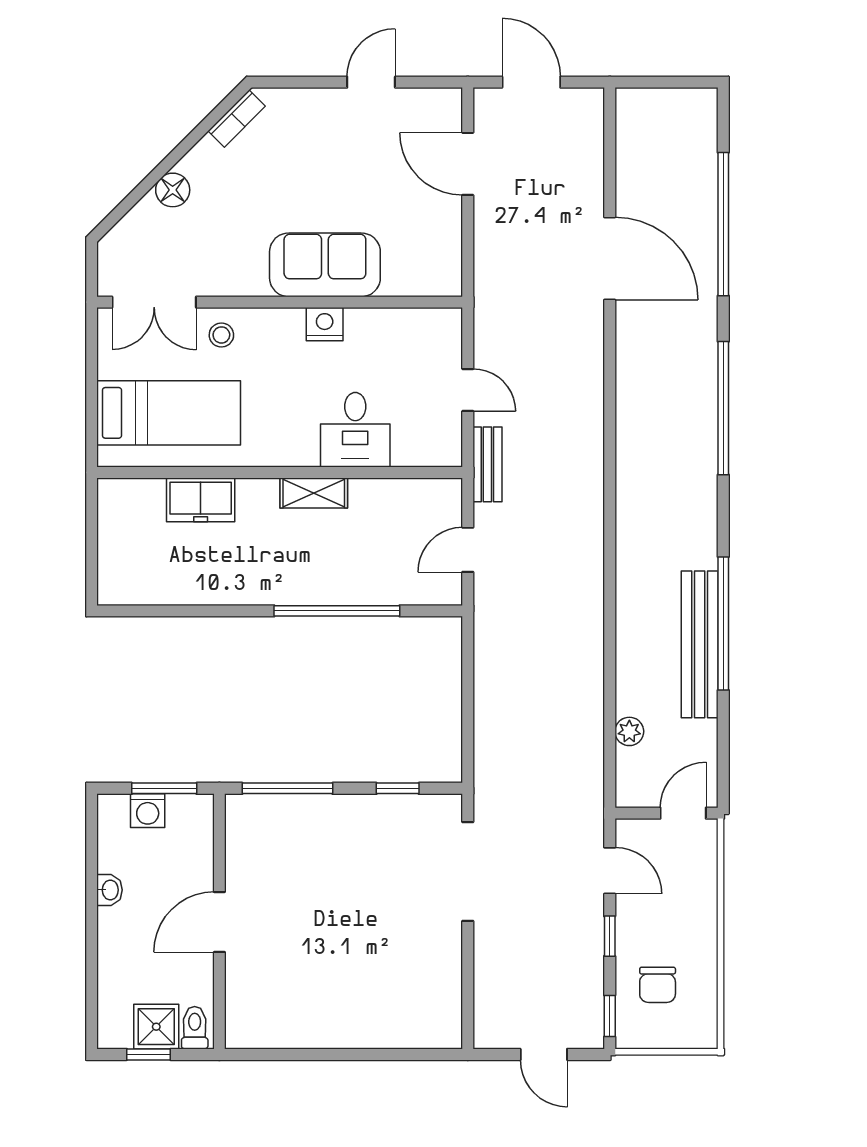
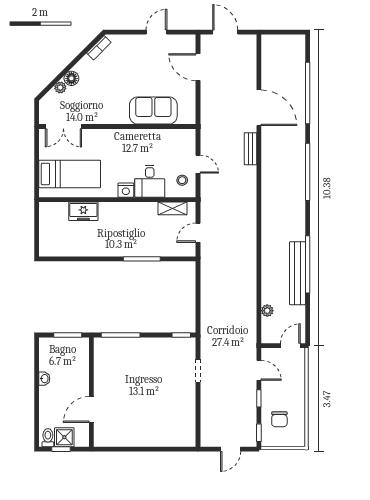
plant: (147, 211) -> (60, 87), added
sofa: (325, 265) -> (153, 110), moved
nightstand: (325, 324) -> (126, 190), moved, turned 180
stool: (221, 335) -> (182, 180), moved
bench: (487, 464) -> (250, 149), moved
shelving: (314, 493) -> (173, 208), moved
window: (337, 611) -> (142, 259), width x0.68
window: (398, 788) -> (181, 335), moved
washing machine: (148, 811) -> (61, 345), removed
doorway: (468, 871) -> (198, 371), width x0.53
door: (219, 922) -> (91, 409), moved
toilet: (195, 1028) -> (48, 438), moved
door: (544, 1054) -> (231, 449), hinge flipped

